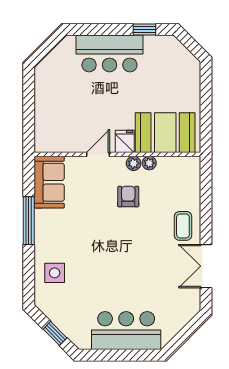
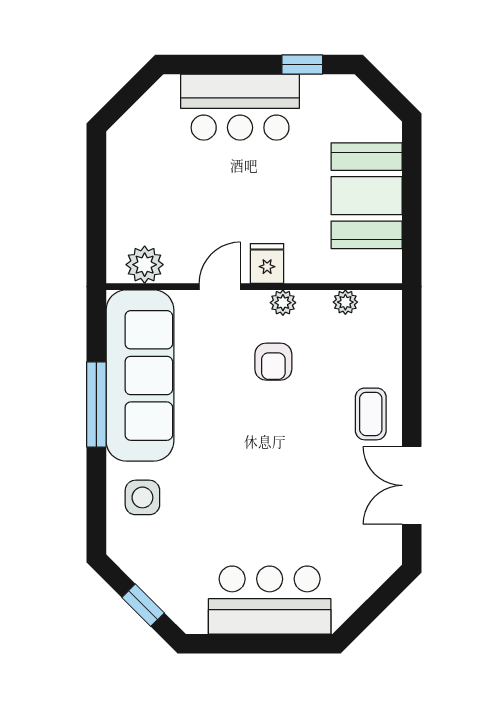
booth: (165, 133) -> (367, 196), moved, turned 90
plant: (56, 142) -> (145, 265), added
plant: (149, 163) -> (345, 302), moved
sofa: (49, 182) -> (140, 375), width x1.85, depth x1.27
armchair: (128, 197) -> (273, 362), turned 180

